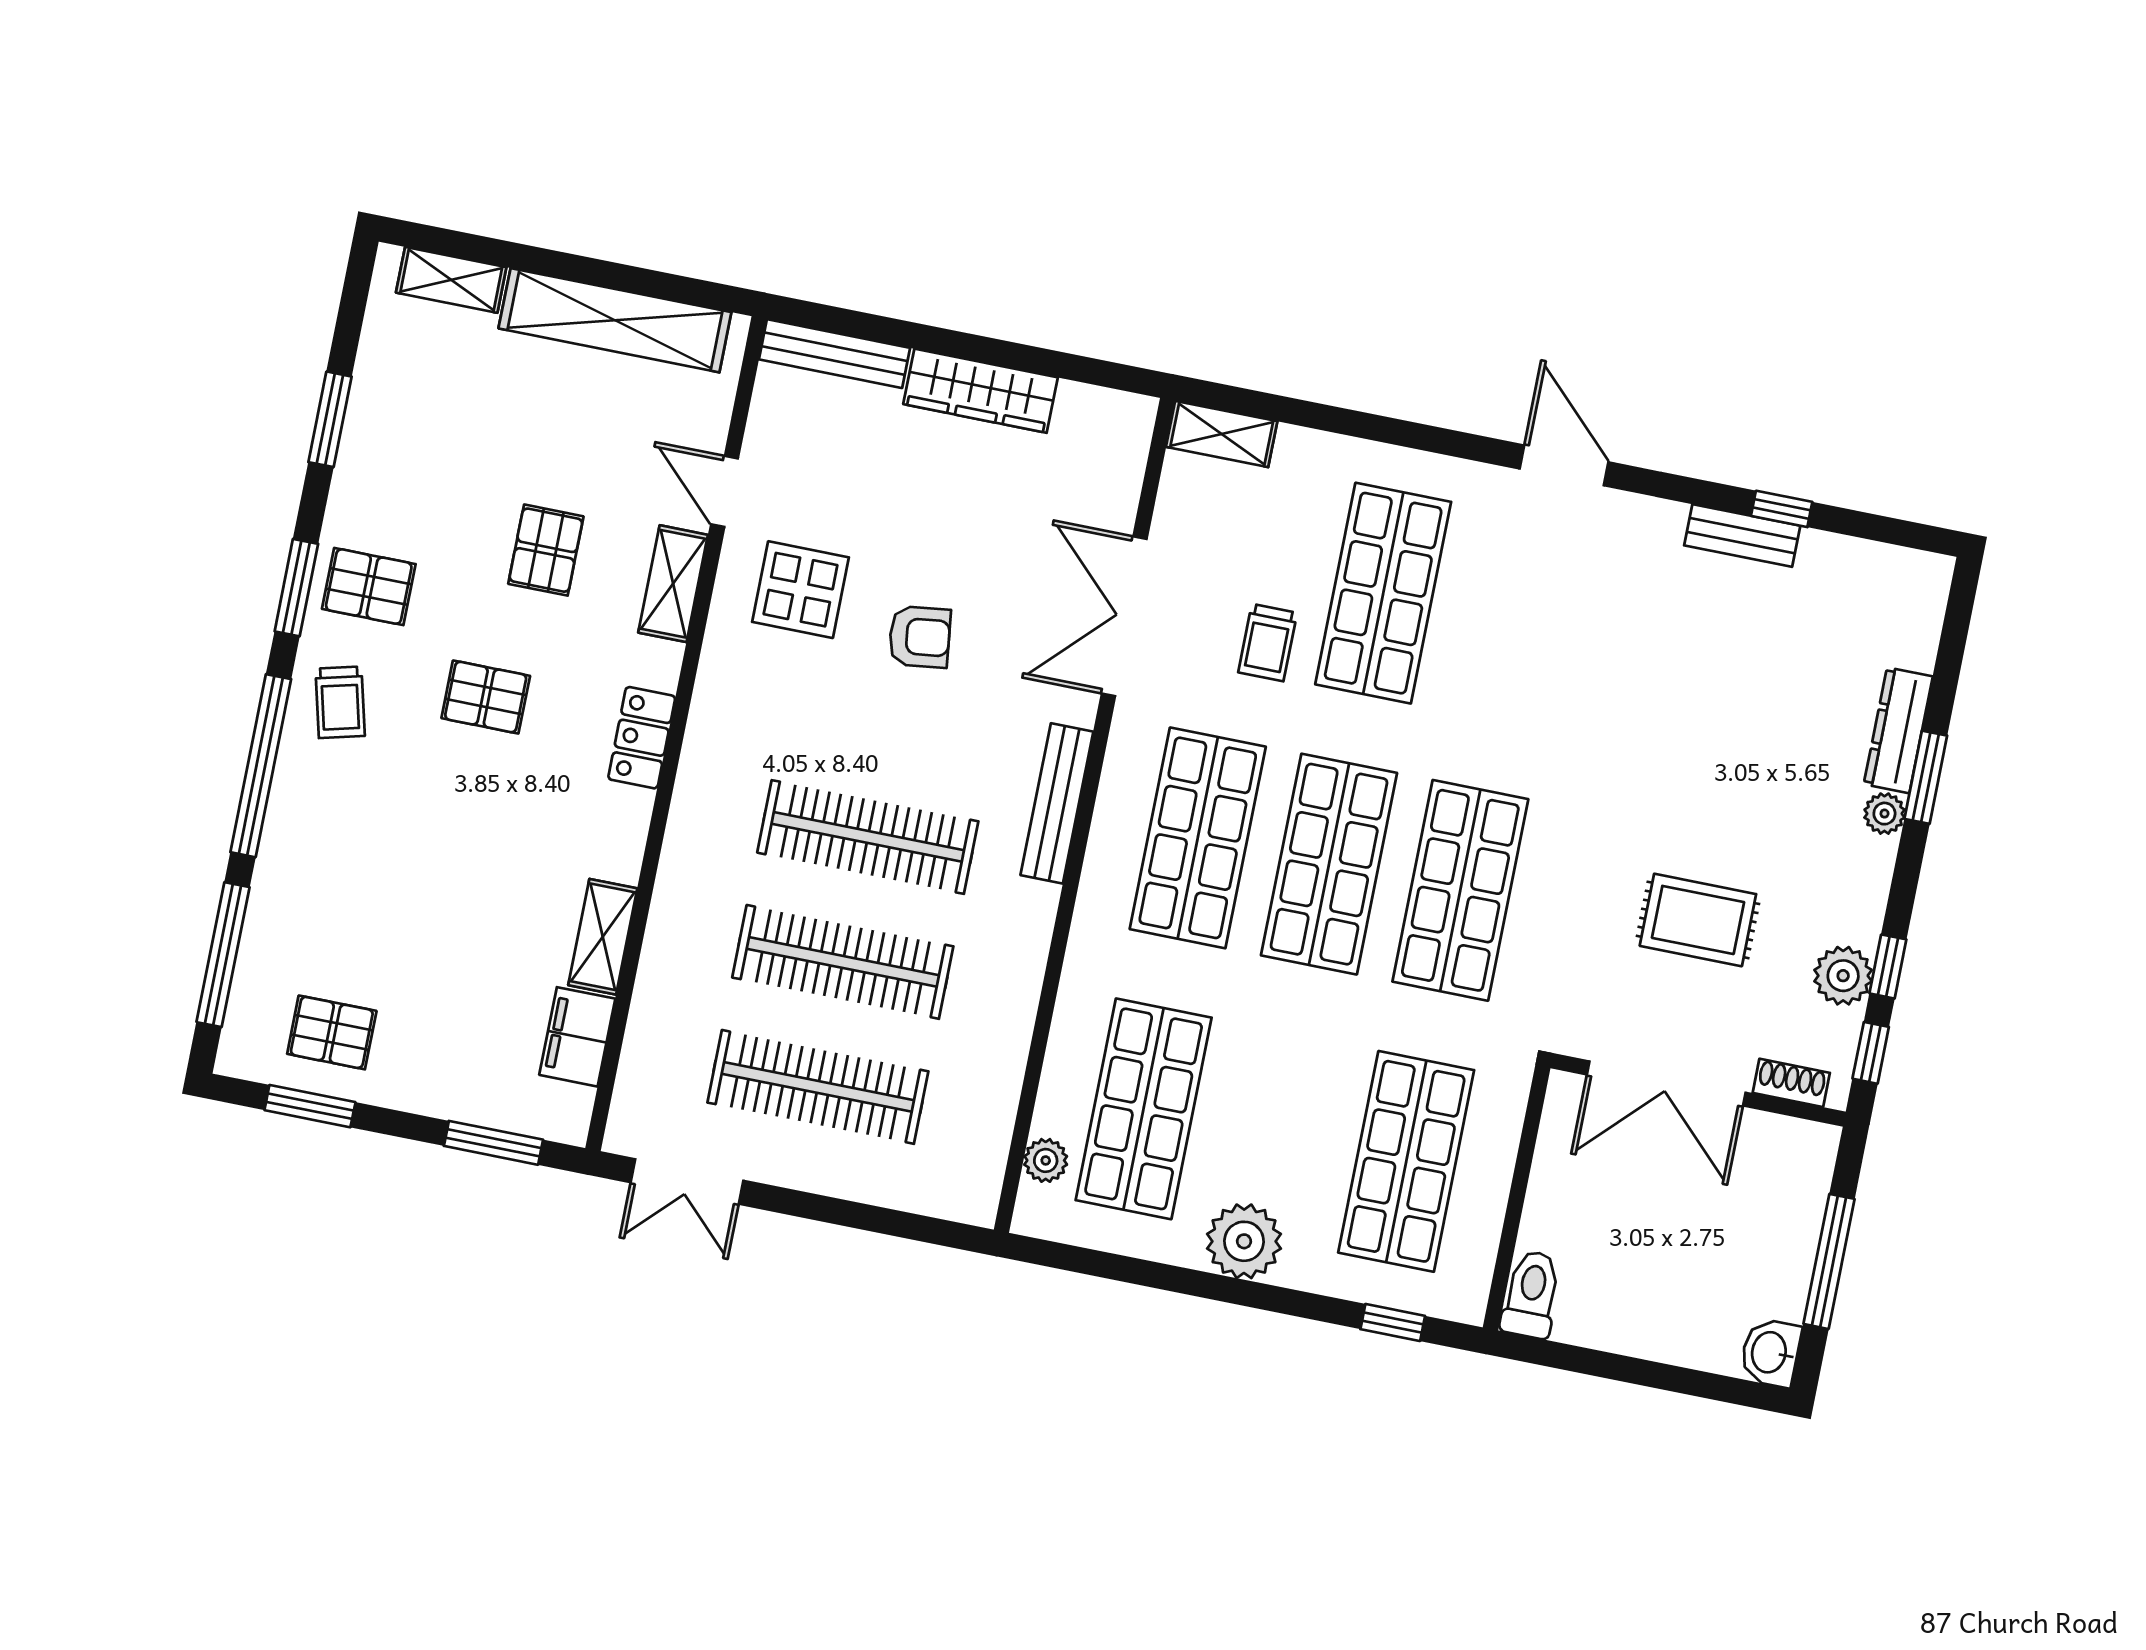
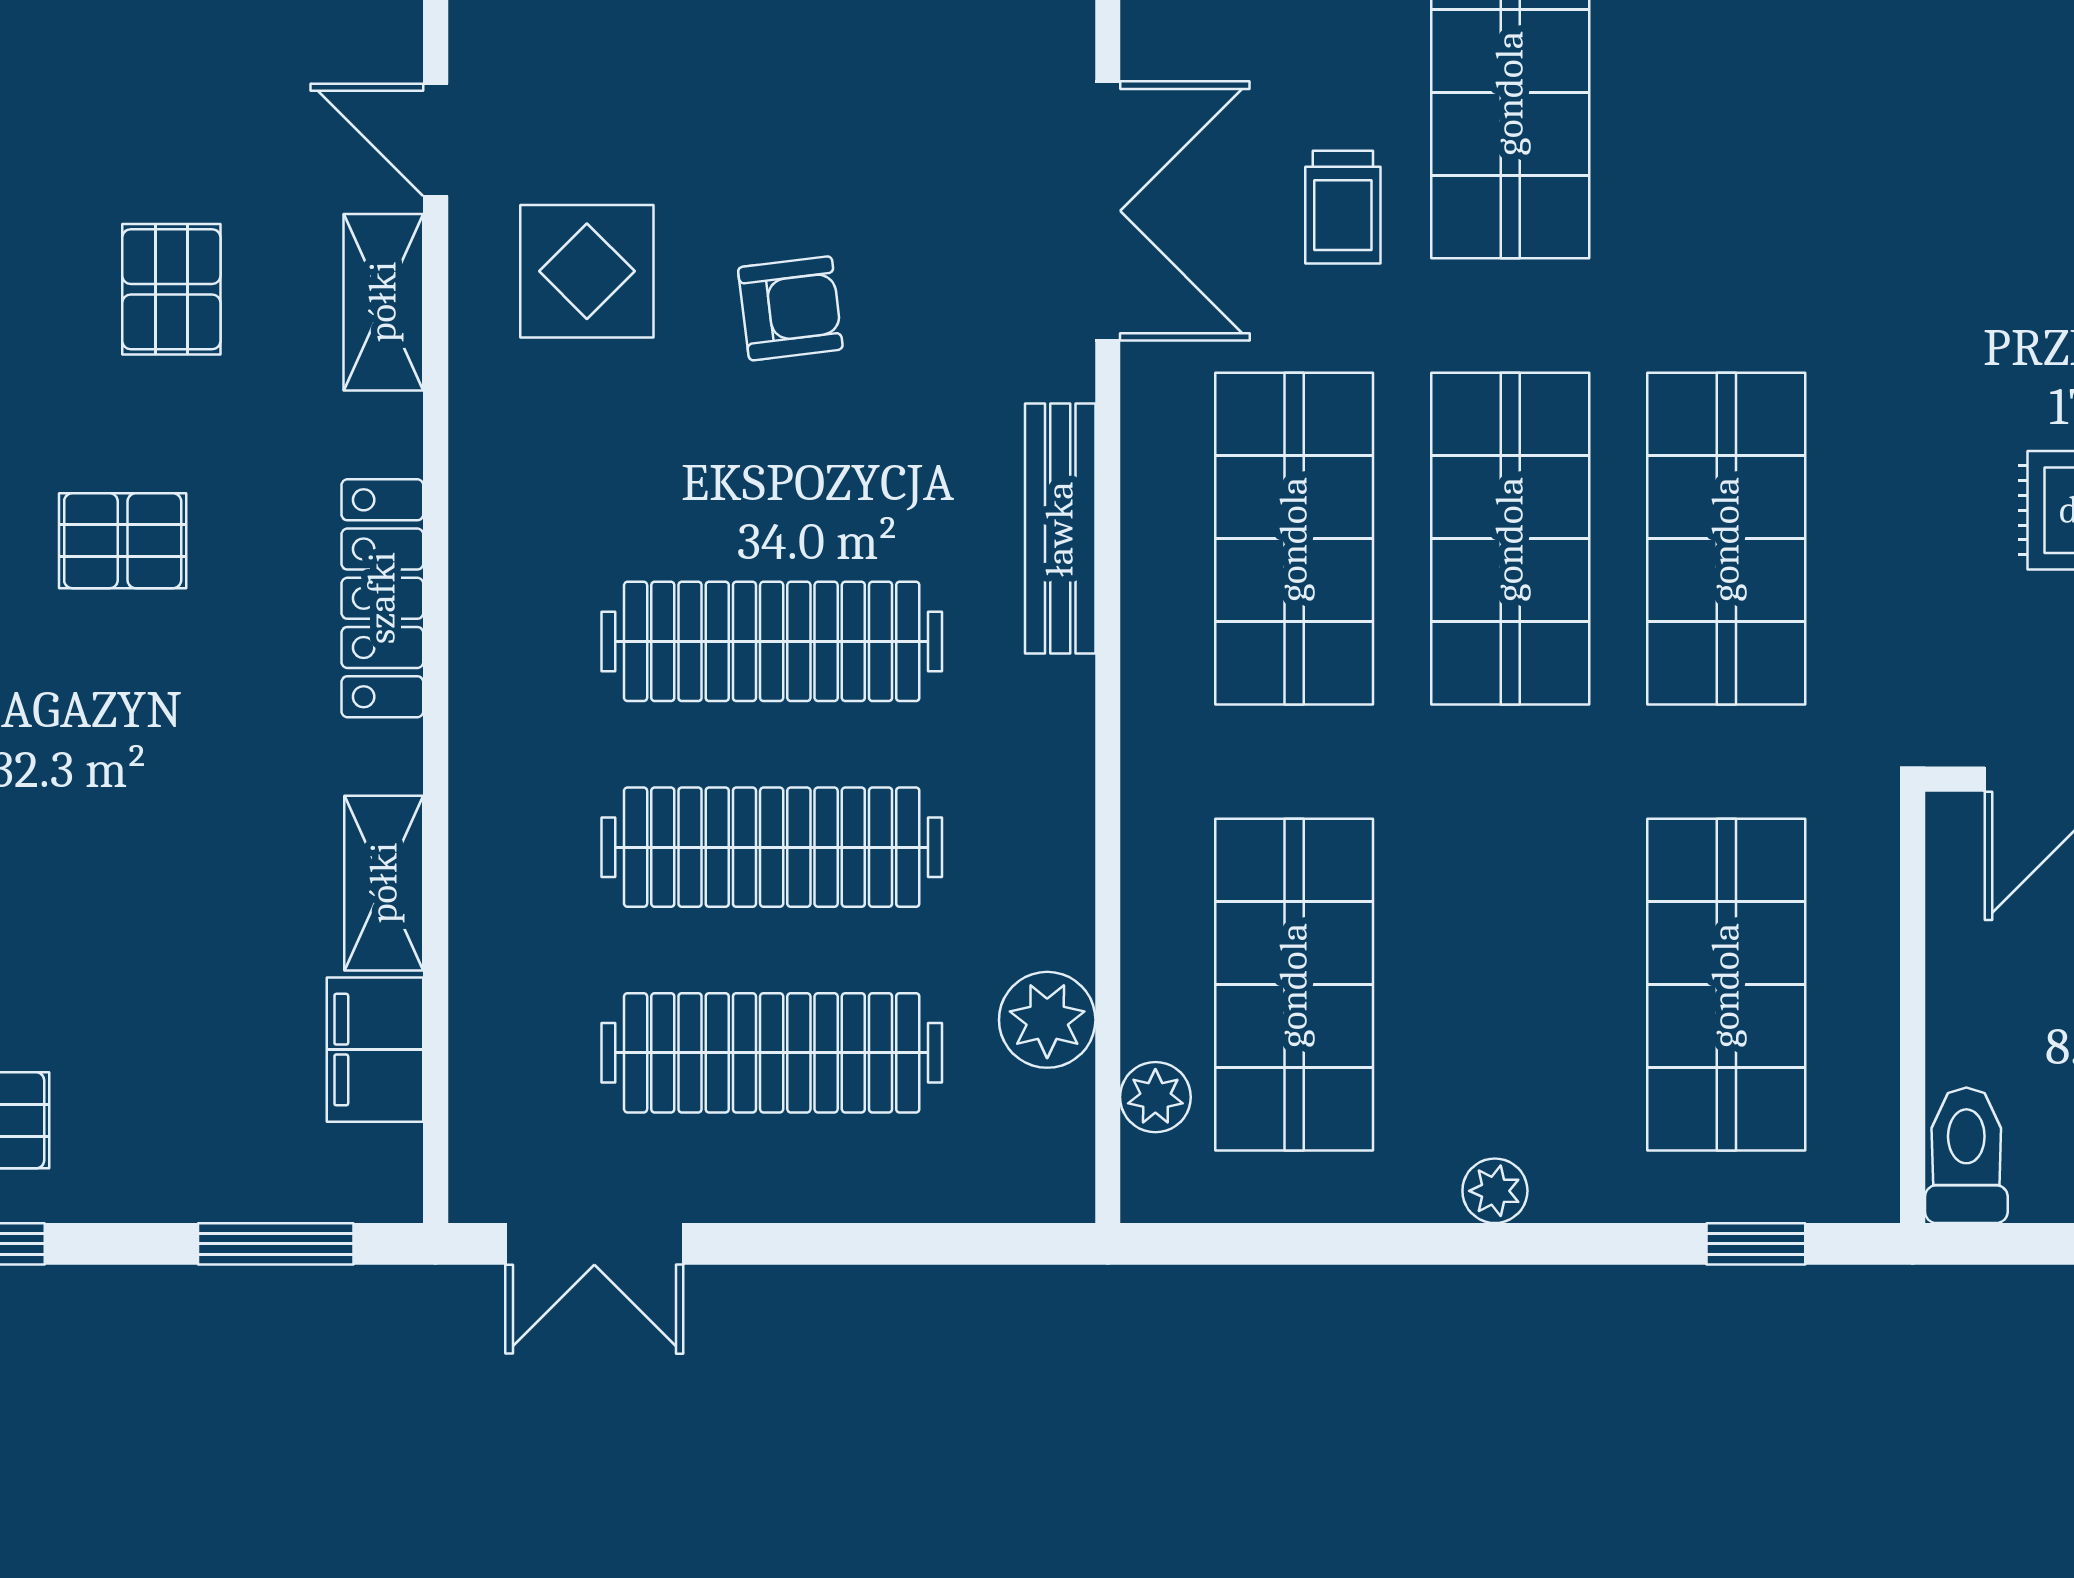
double door: (1124, 616) -> (1108, 211), swing flipped
locker: (642, 738) -> (382, 598), width x1.53
plant: (989, 1100) -> (1047, 1020), added
plant: (1244, 1241) -> (1495, 1191), width x0.53, depth x0.53

